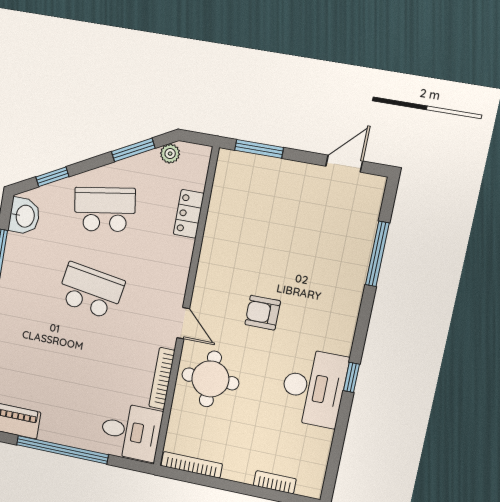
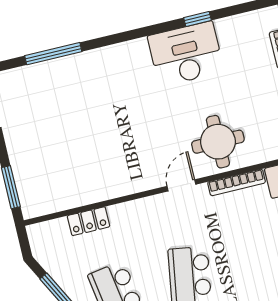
plant: (170, 154) -> (46, 259), removed
armchair: (263, 313) -> (143, 124), removed
window: (351, 377) -> (197, 19), moved

